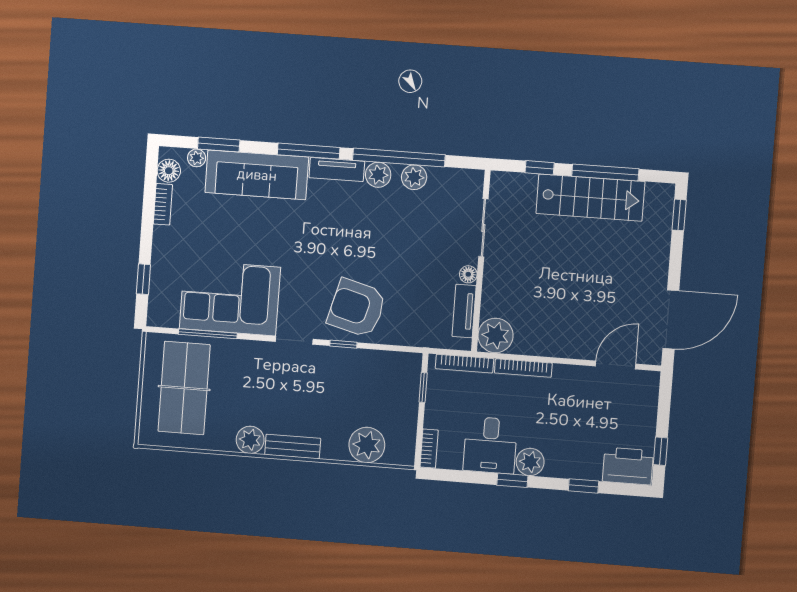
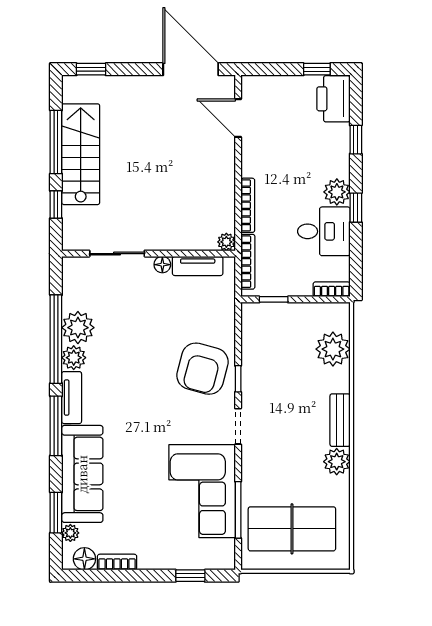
plant: (414, 177) -> (78, 328), width x1.36, depth x1.36
plant: (496, 335) -> (226, 242), width x0.53, depth x0.53

